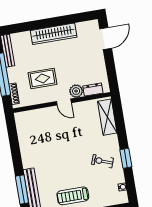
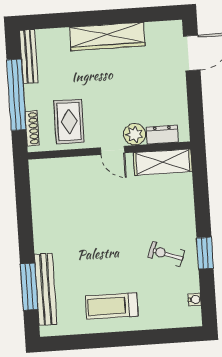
rug: (43, 78) -> (69, 122), moved, turned 90
shelving: (107, 117) -> (163, 162), moved, turned 90

